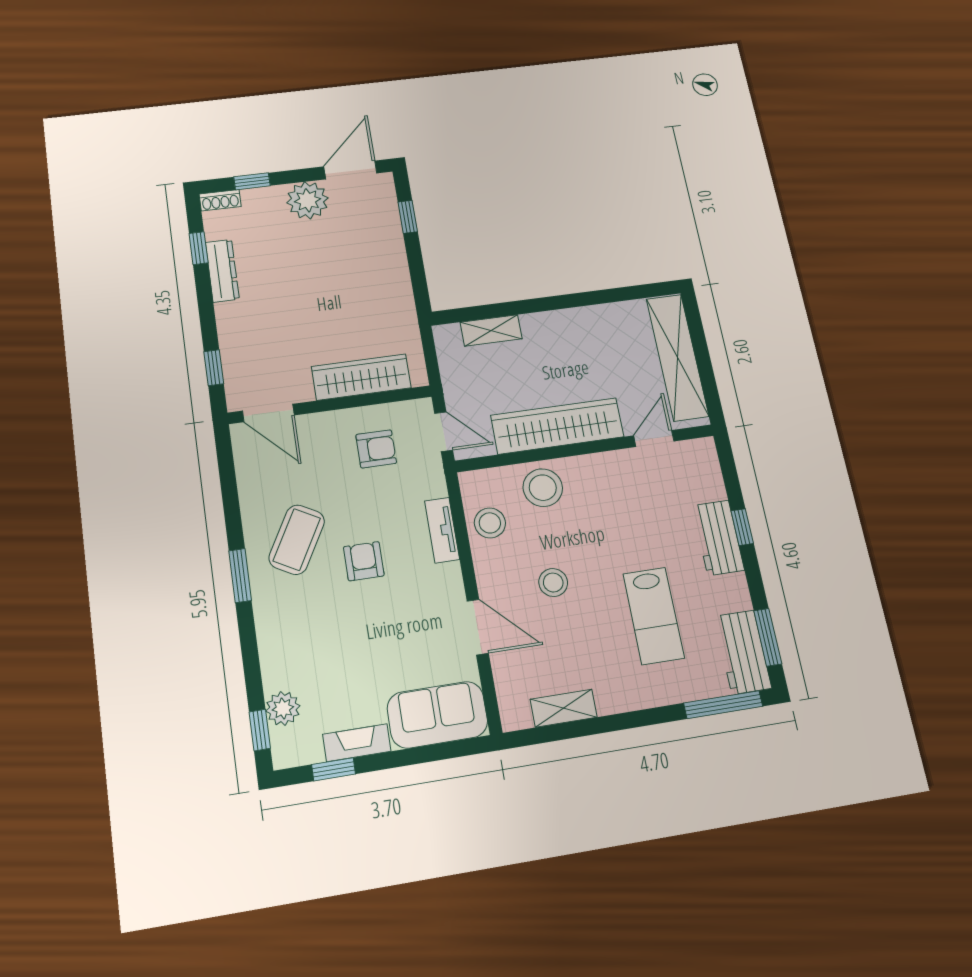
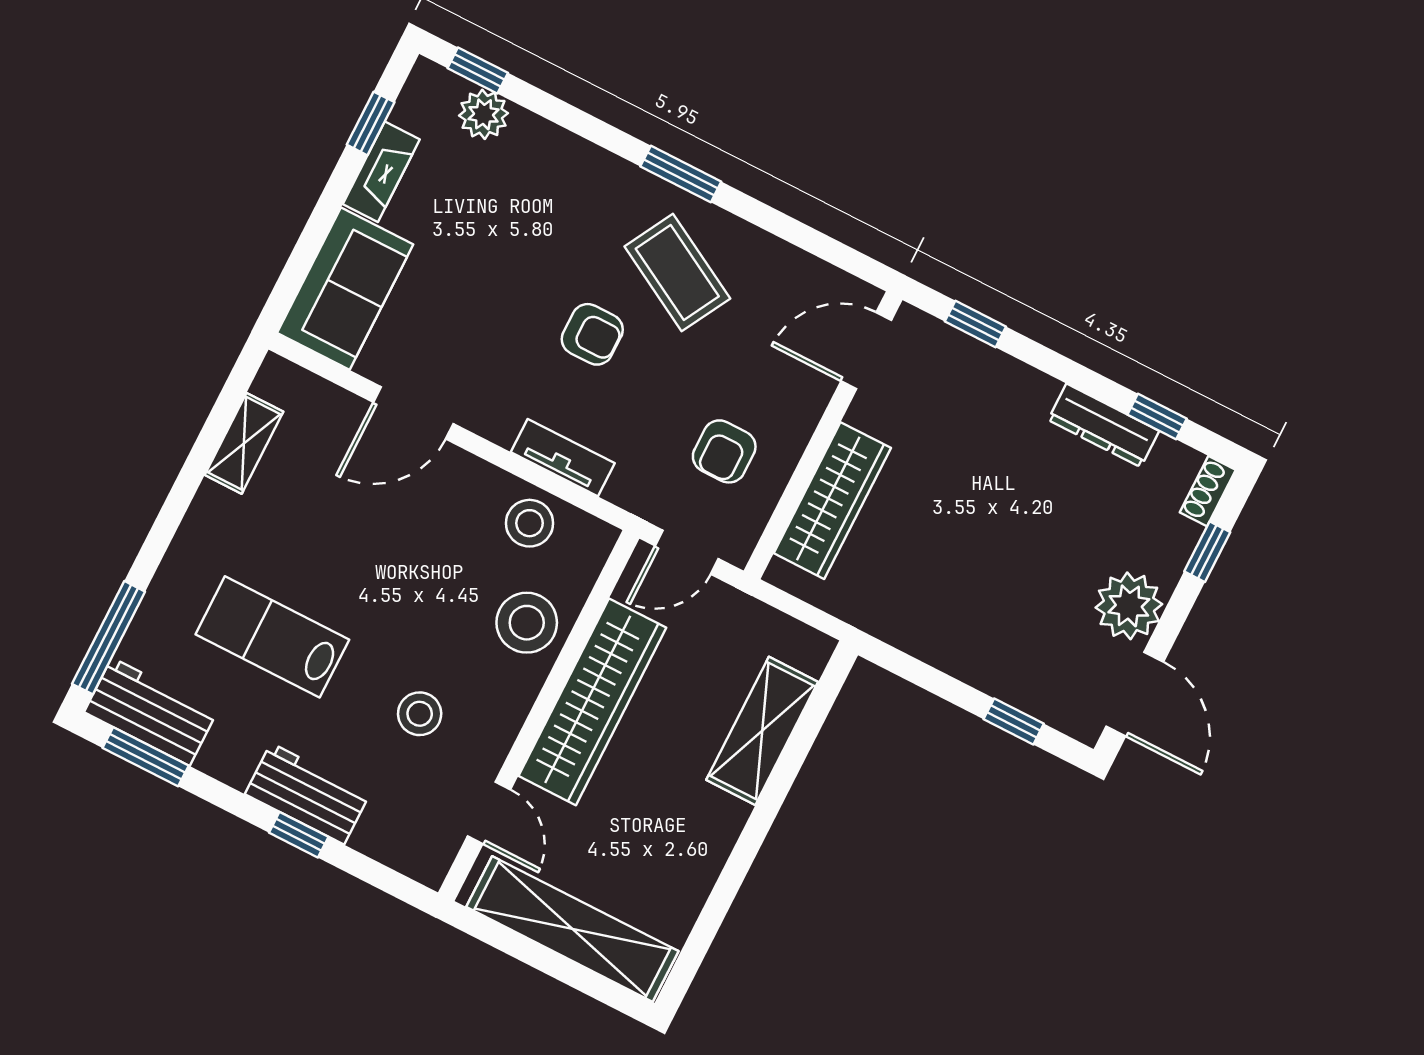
shelving: (491, 330) -> (762, 731), width x1.50, depth x1.33
stool: (553, 582) -> (420, 714), moved

